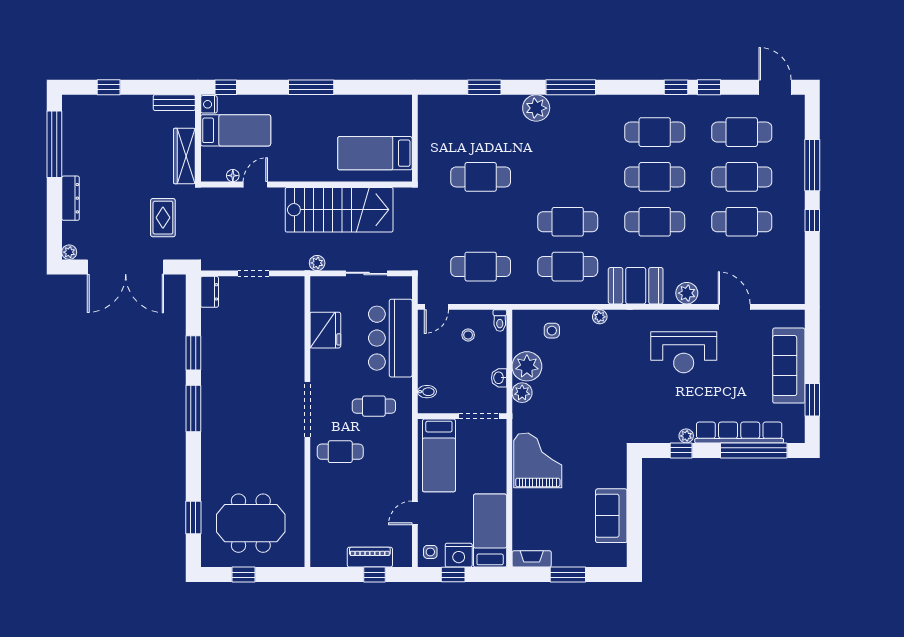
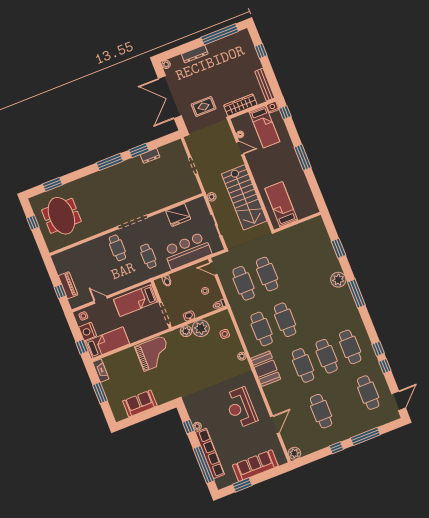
bench: (174, 103) -> (265, 85), width x1.36
cafe table: (481, 177) -> (267, 274), moved
cafe table: (742, 177) -> (345, 402), removed
dresser: (210, 292) -> (150, 156), moved
plant: (687, 293) -> (294, 453), moved
window: (453, 575) -> (82, 347), moved

